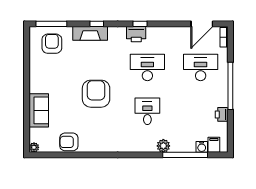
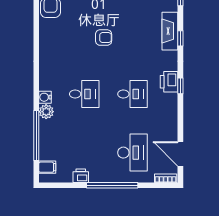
desk: (147, 67) -> (132, 94), width x0.73
armchair: (96, 94) -> (104, 38), width x0.53, depth x0.53
water cooler: (202, 147) -> (45, 97), moved

